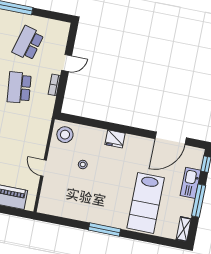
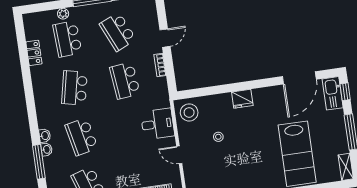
school desk: (28, 43) -> (118, 32), turned -39
desk: (34, 135) -> (158, 124), added
kitchen sink: (190, 183) -> (333, 93), moved

